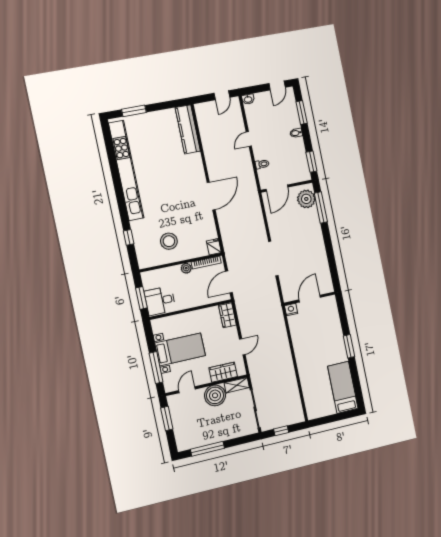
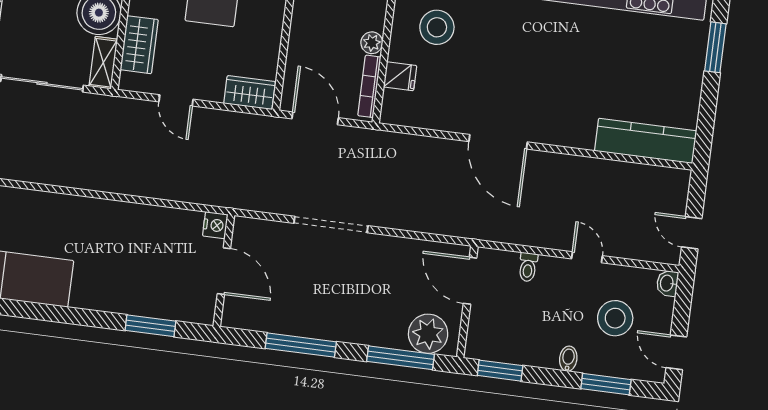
stool: (271, 118) -> (615, 318), added
fridge: (214, 247) -> (400, 76), moved
window: (330, 253) -> (301, 345), added
window: (349, 346) -> (150, 326), moved

